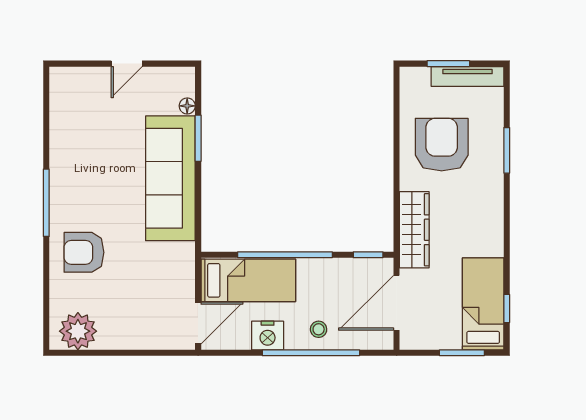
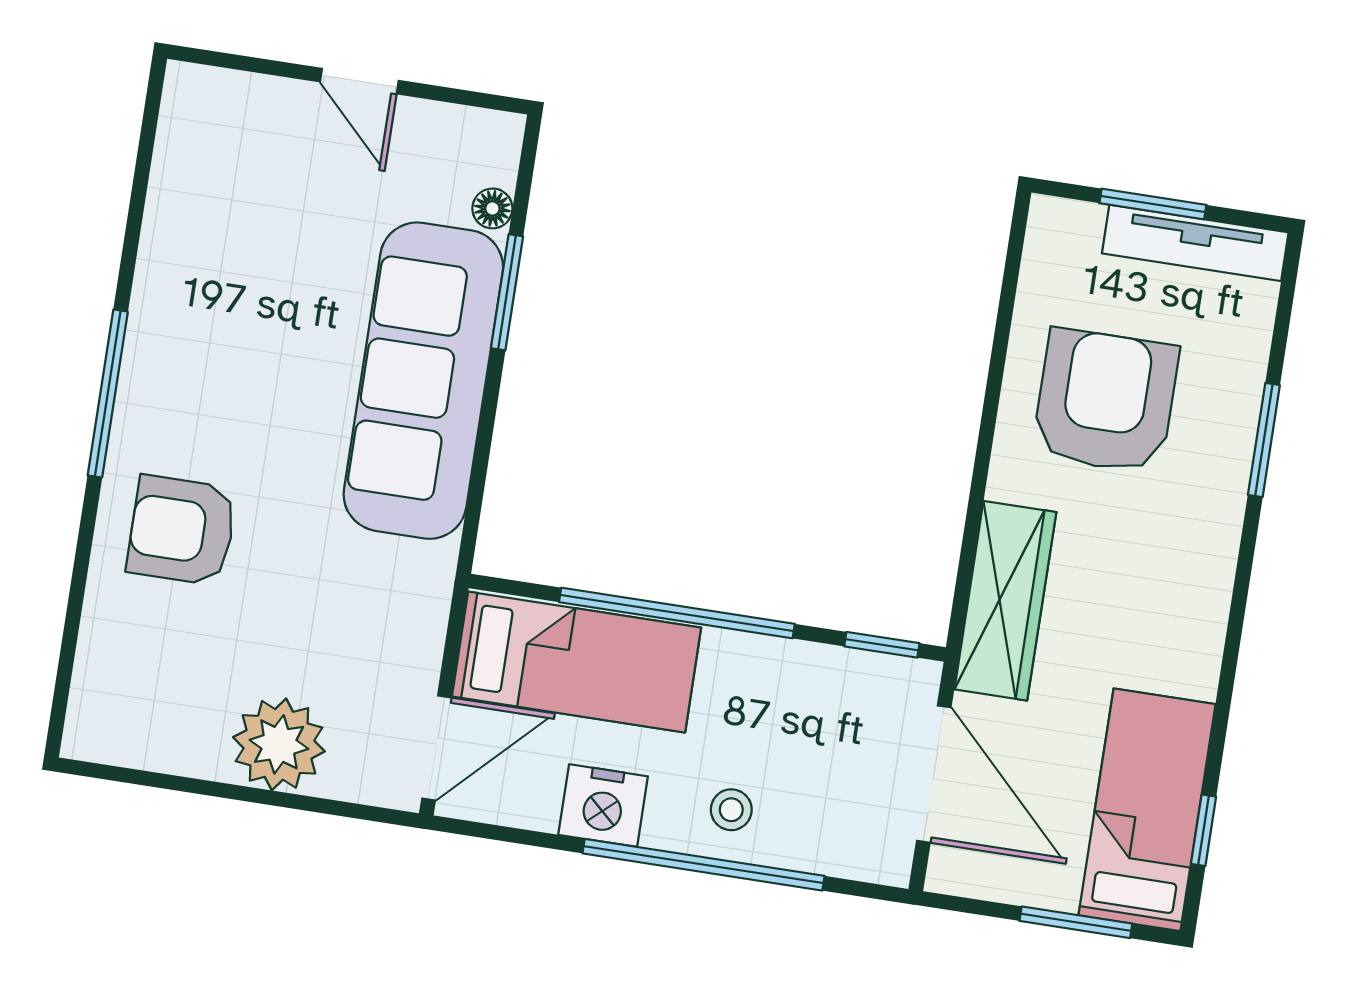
door: (127, 64) -> (359, 81), hinge flipped
door: (397, 303) -> (934, 774), swing flipped
plant: (78, 331) -> (279, 744), moved

